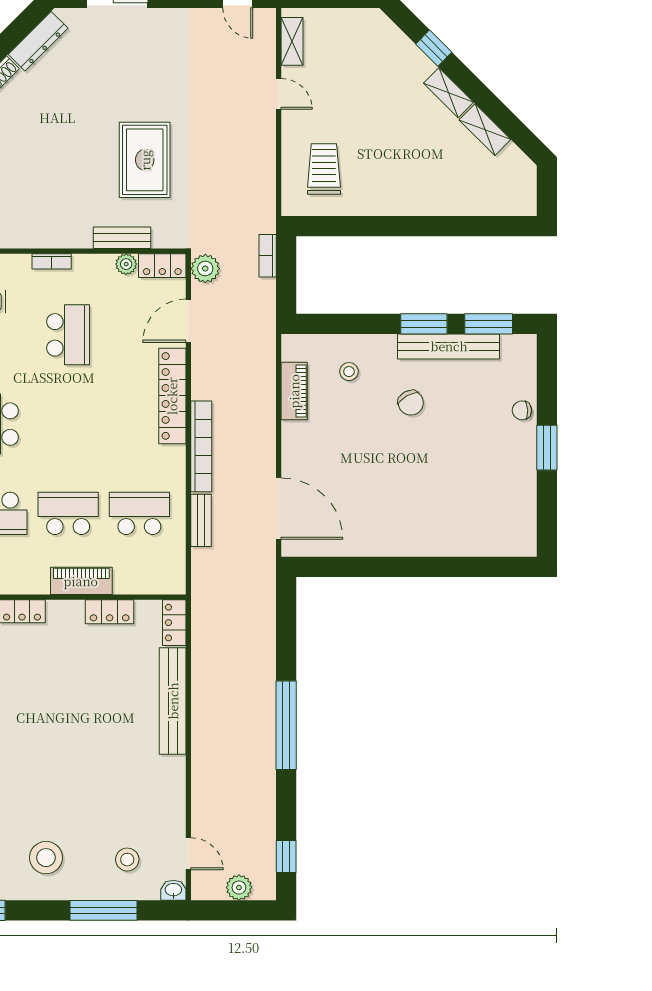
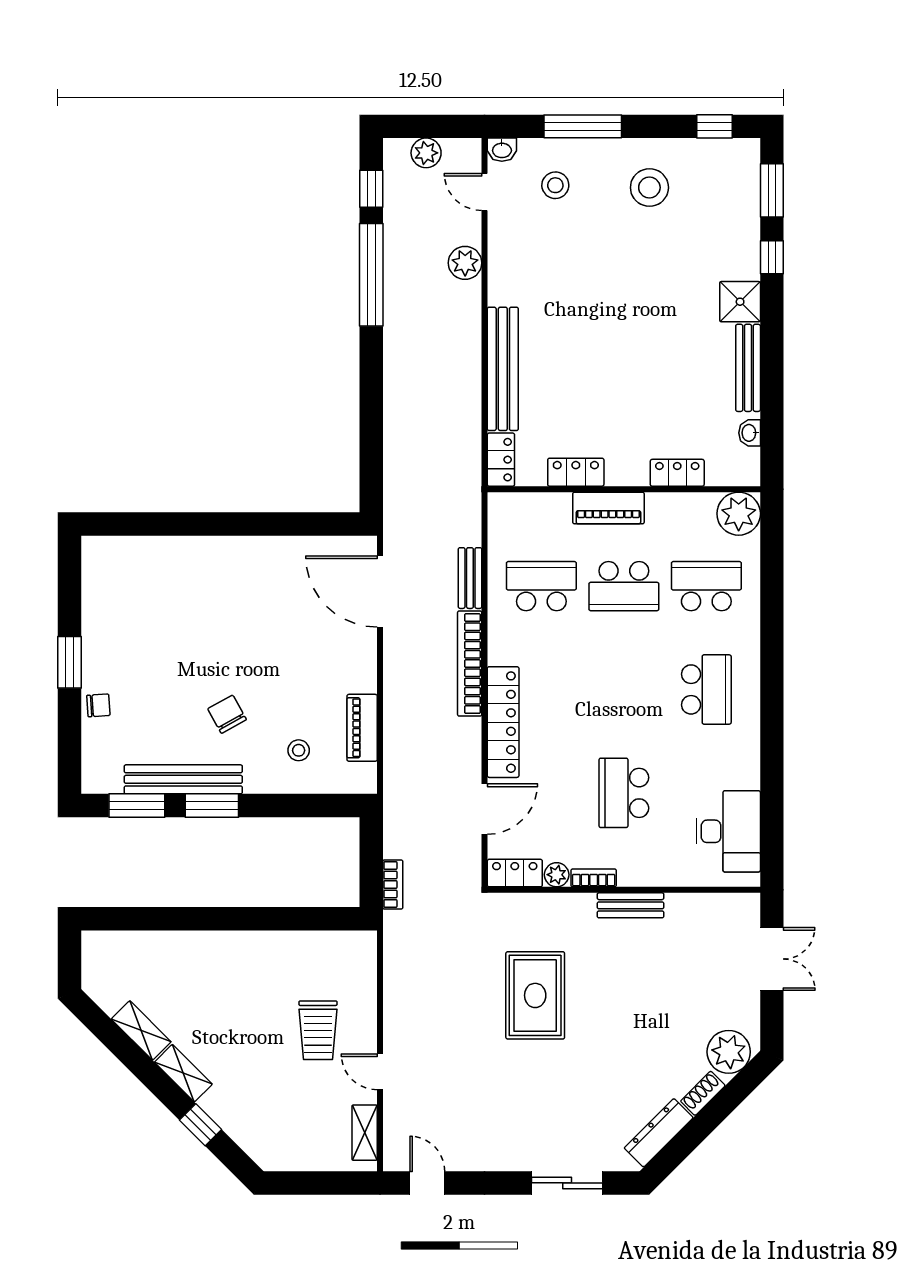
trolley: (324, 169) -> (318, 1030), moved
bench: (122, 238) -> (630, 905), moved
bookcase: (52, 261) -> (594, 878), moved
plant: (205, 269) -> (465, 263), moved
school desk: (139, 513) -> (541, 586), turned 180
window: (286, 725) -> (371, 275), moved

